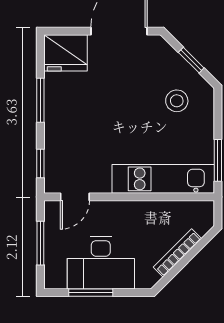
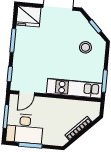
desk: (101, 263) -> (25, 129), moved

